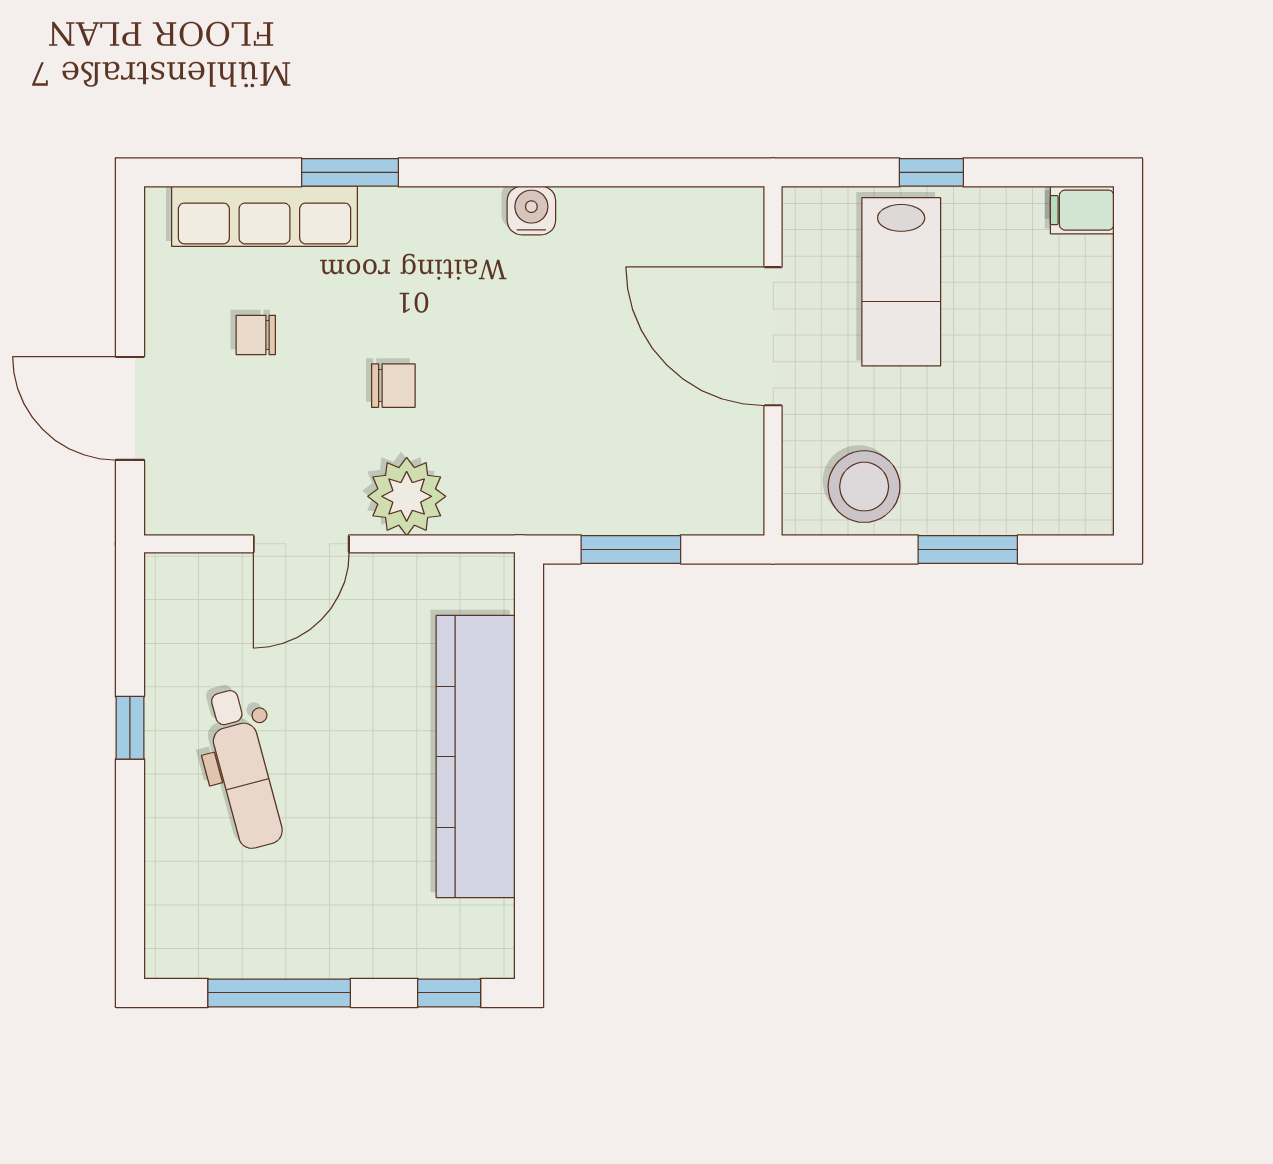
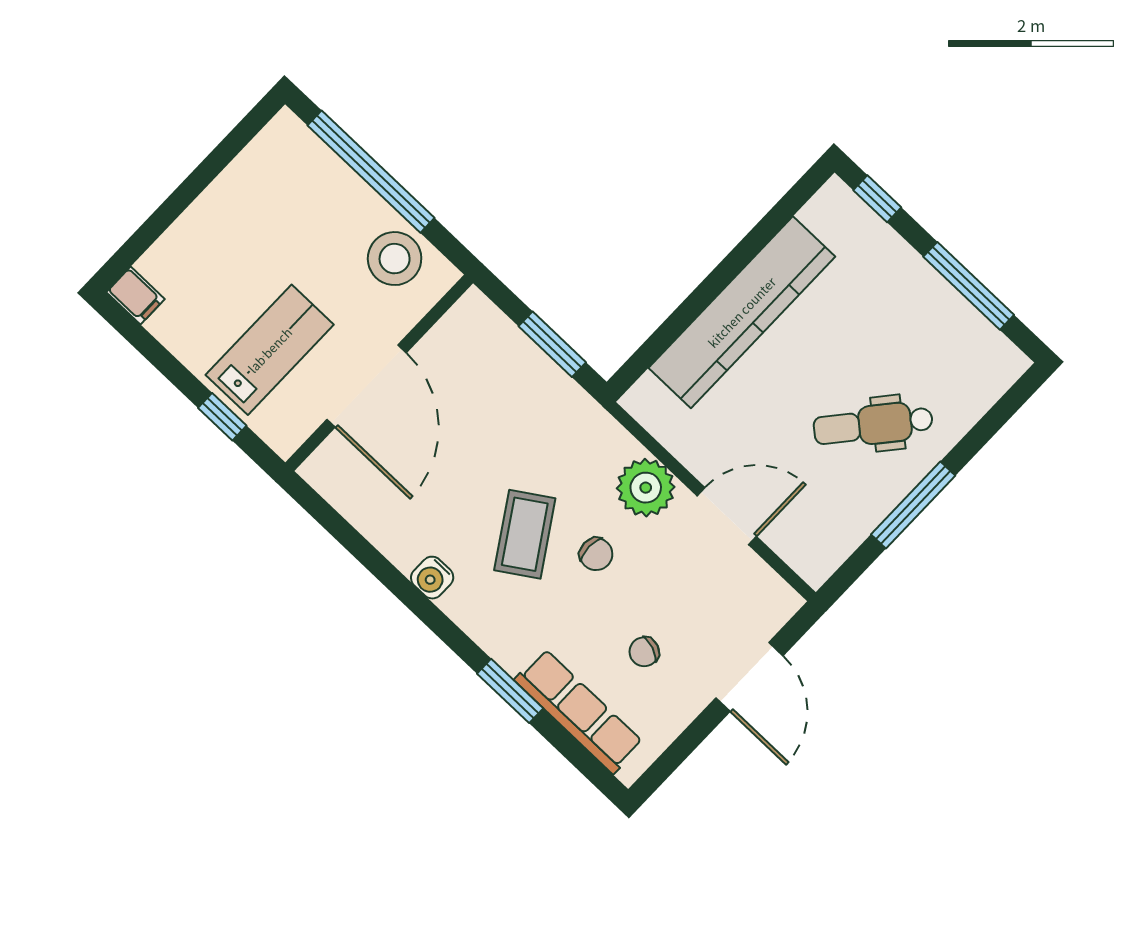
window: (931, 172) -> (222, 417), moved
chair: (256, 335) -> (644, 652), turned 110
coffee table: (481, 339) -> (525, 534), added
chair: (393, 386) -> (596, 554), turned 180
window: (968, 549) -> (371, 172), width x2.11
window: (130, 728) -> (913, 505), width x2.17
dental chair: (243, 769) -> (873, 425), turned -125

